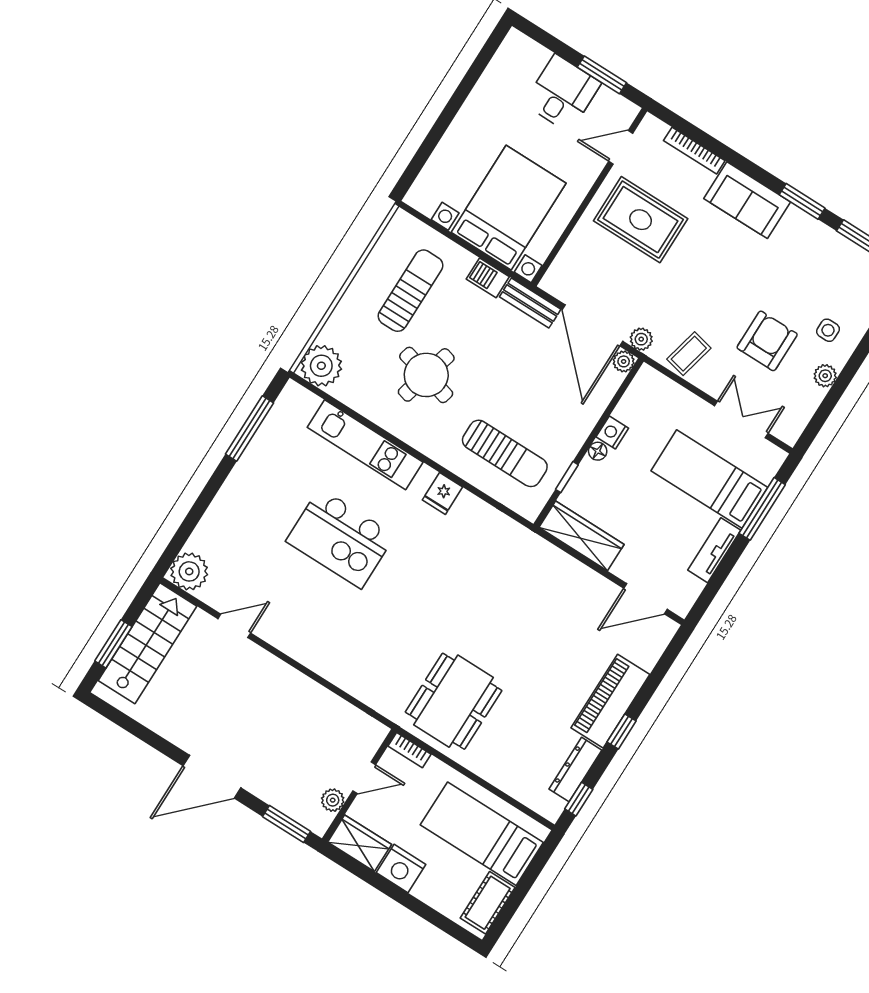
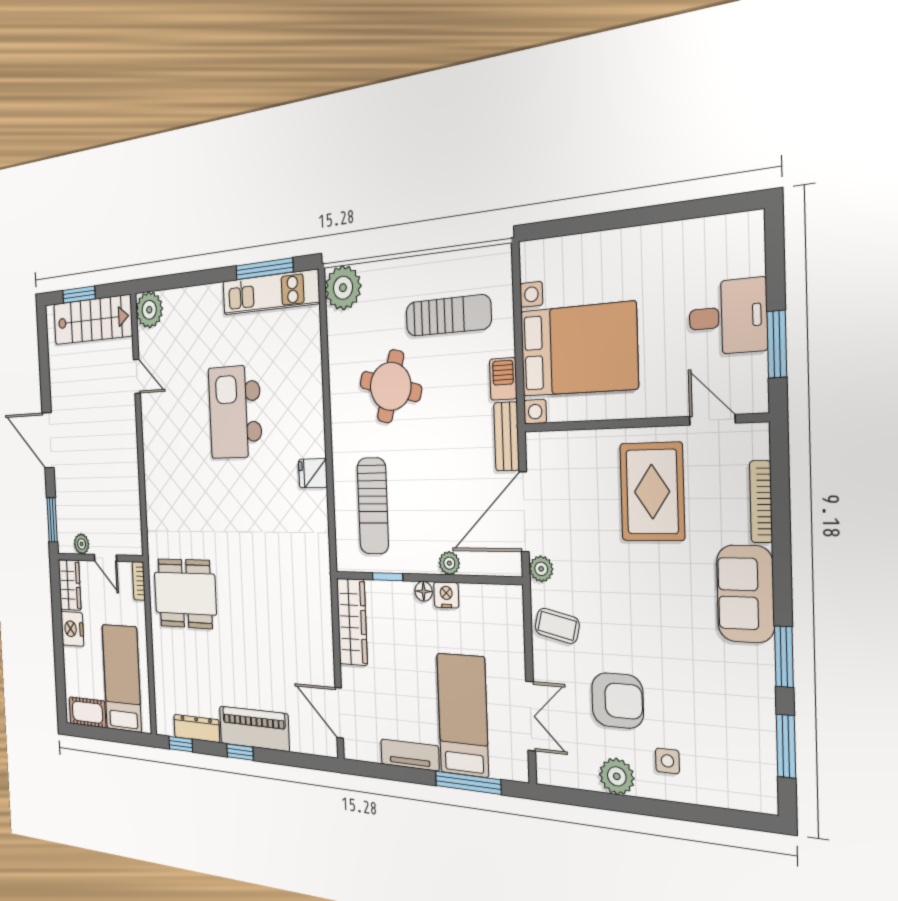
plant: (624, 361) -> (449, 563), moved
plant: (825, 376) -> (617, 776), width x1.38, depth x1.38
kitchen unit: (365, 445) -> (270, 292), moved, turned -90

